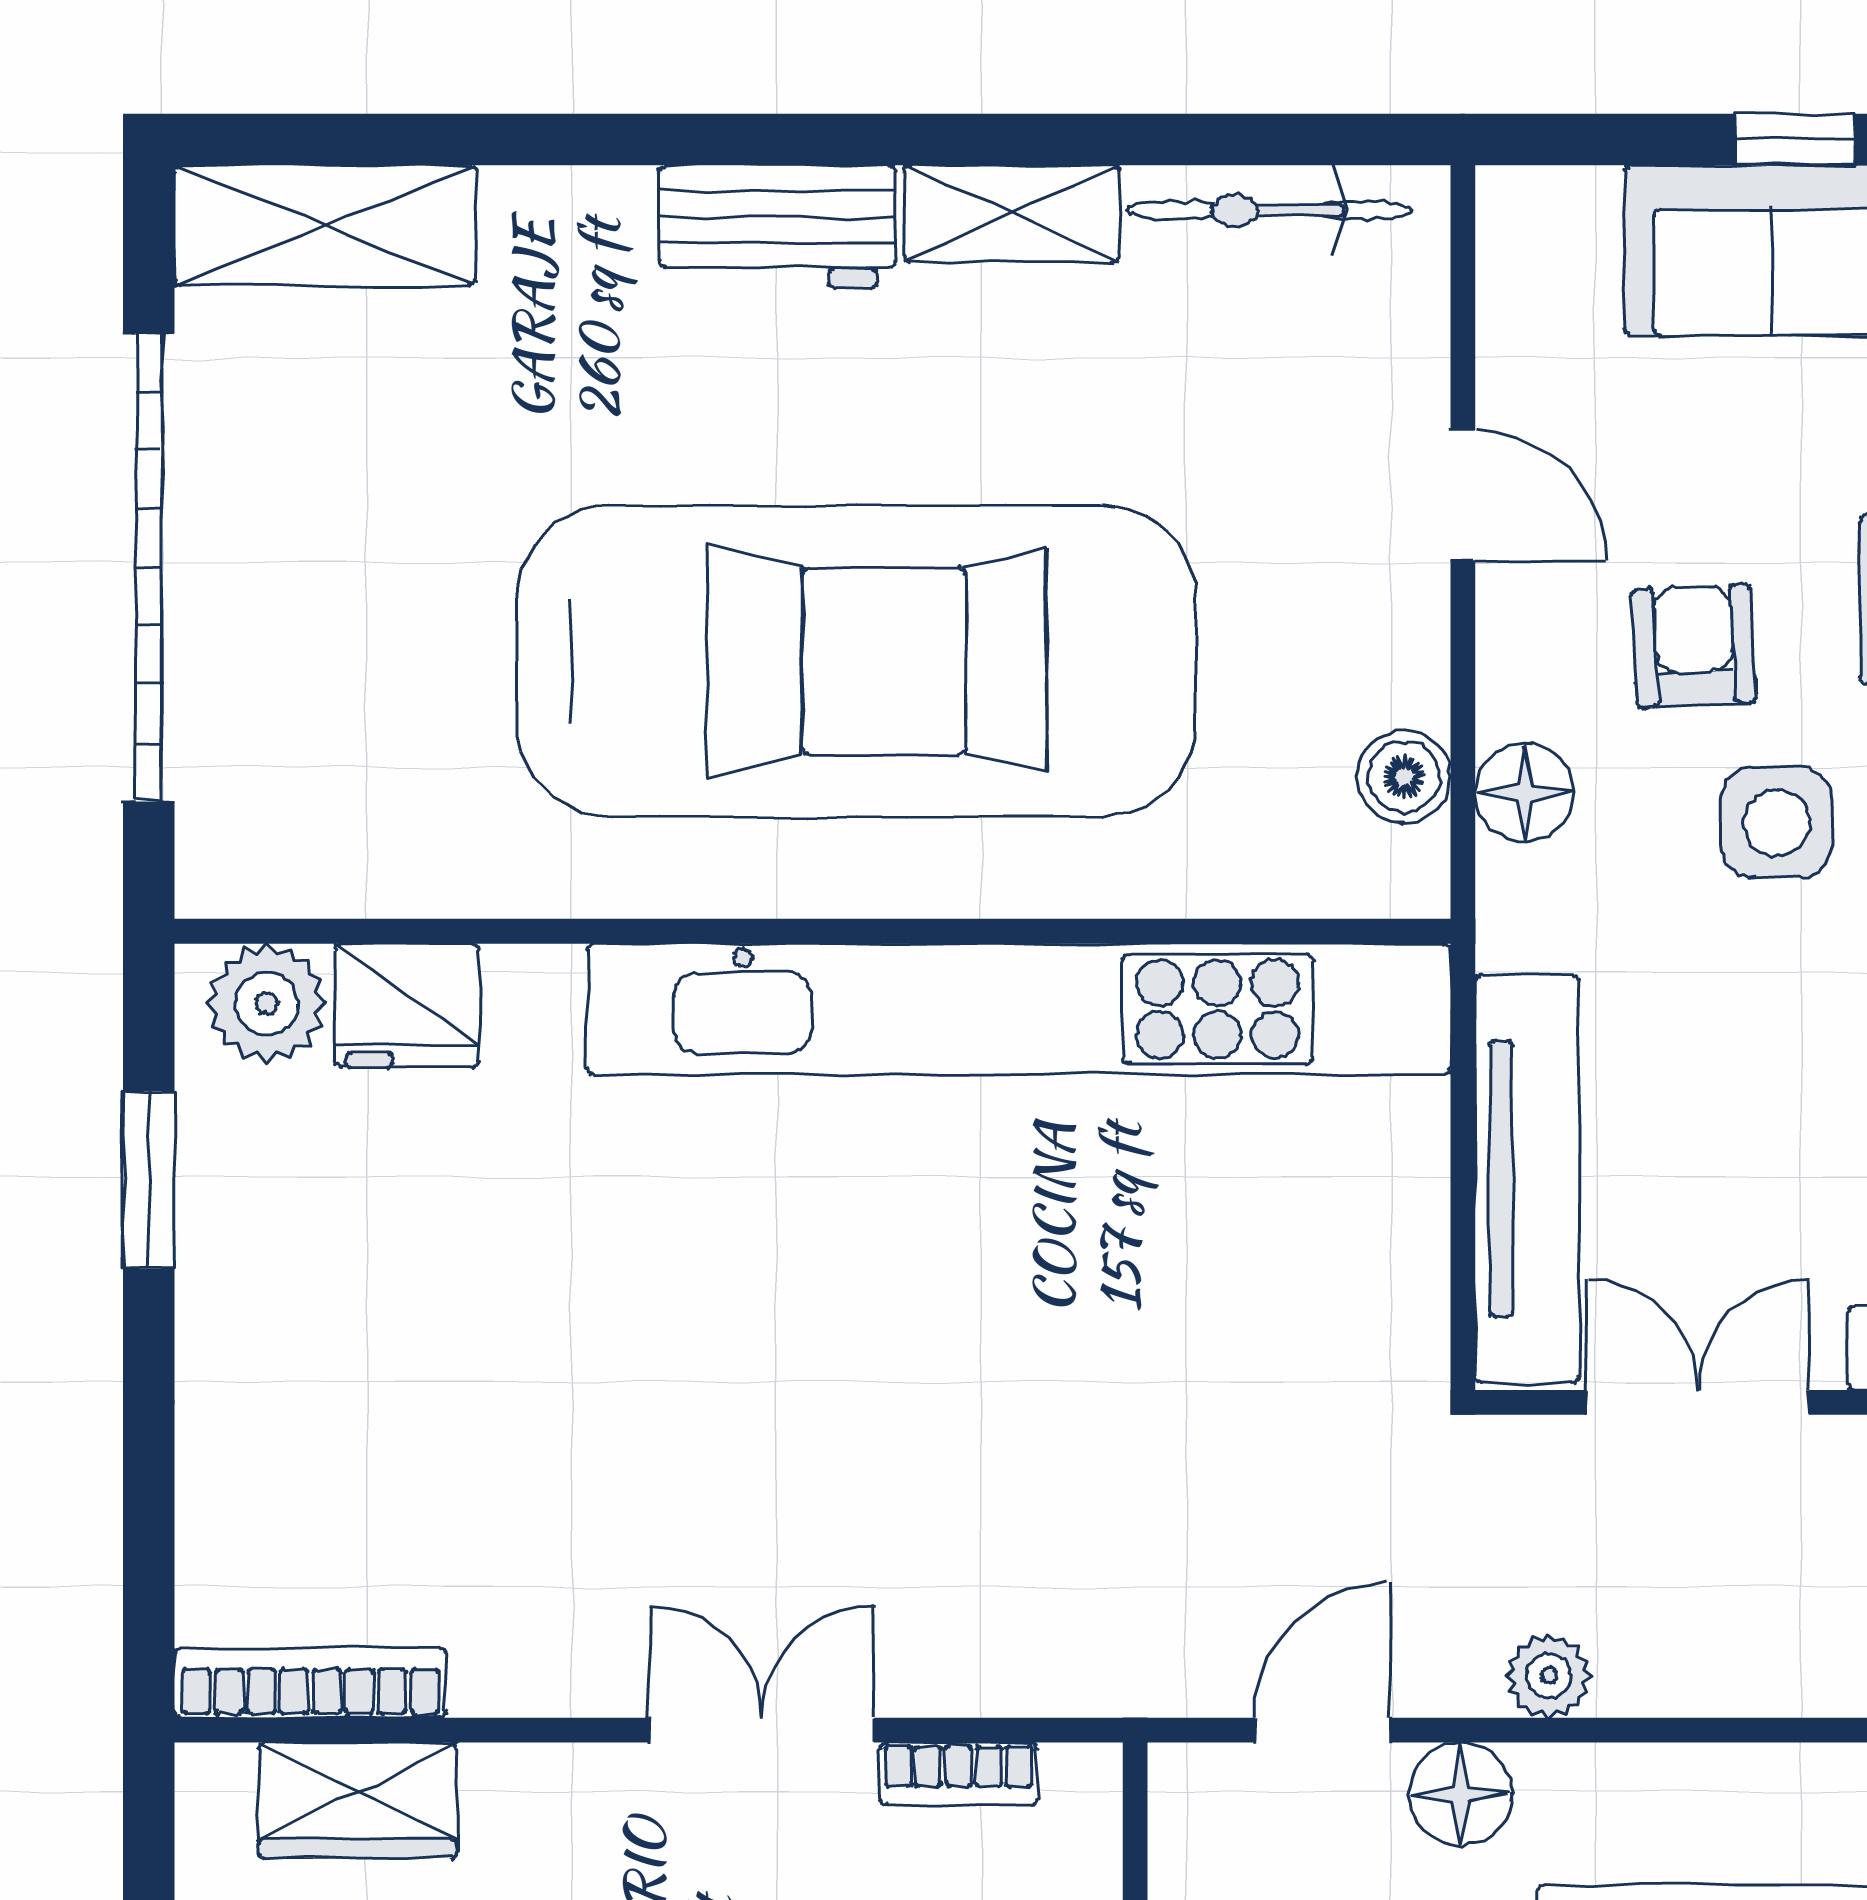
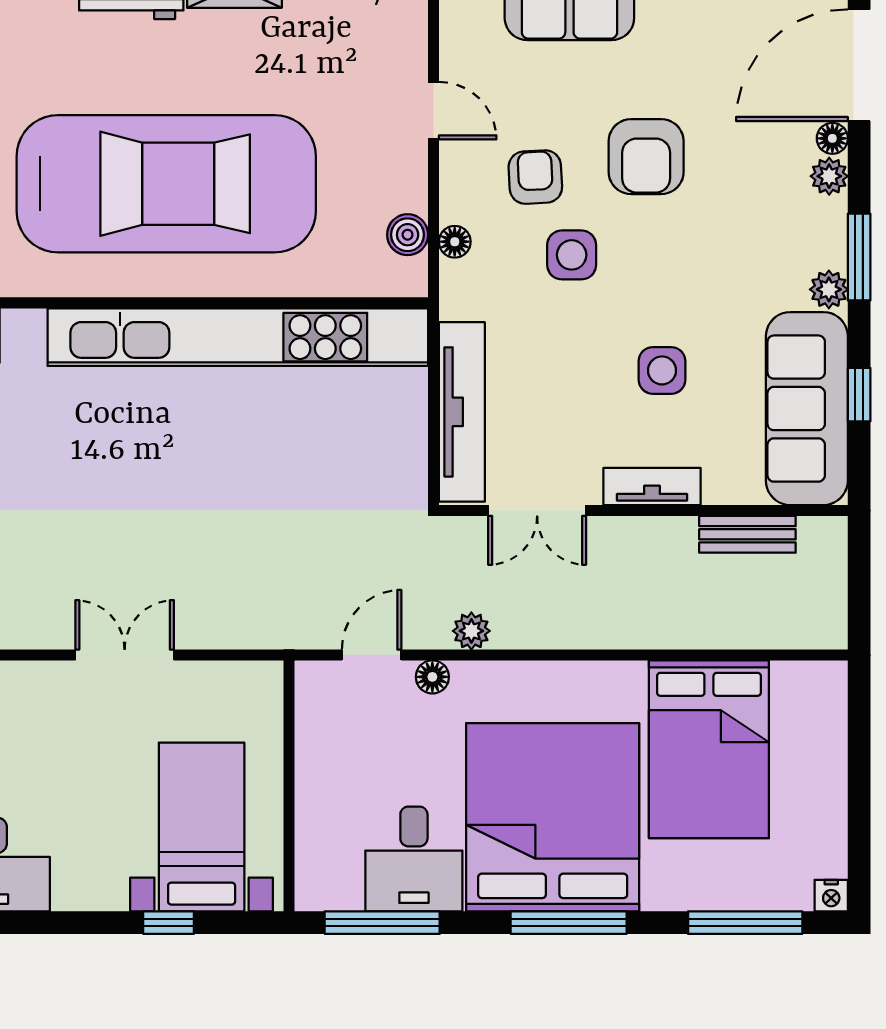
floor lamp: (1524, 793) -> (455, 242), width x0.73, depth x0.73
double door: (1698, 1402) -> (537, 510), swing flipped
bookcase: (959, 1774) -> (211, 674), removed
floor lamp: (1460, 1794) -> (432, 677), width x0.73, depth x0.73

